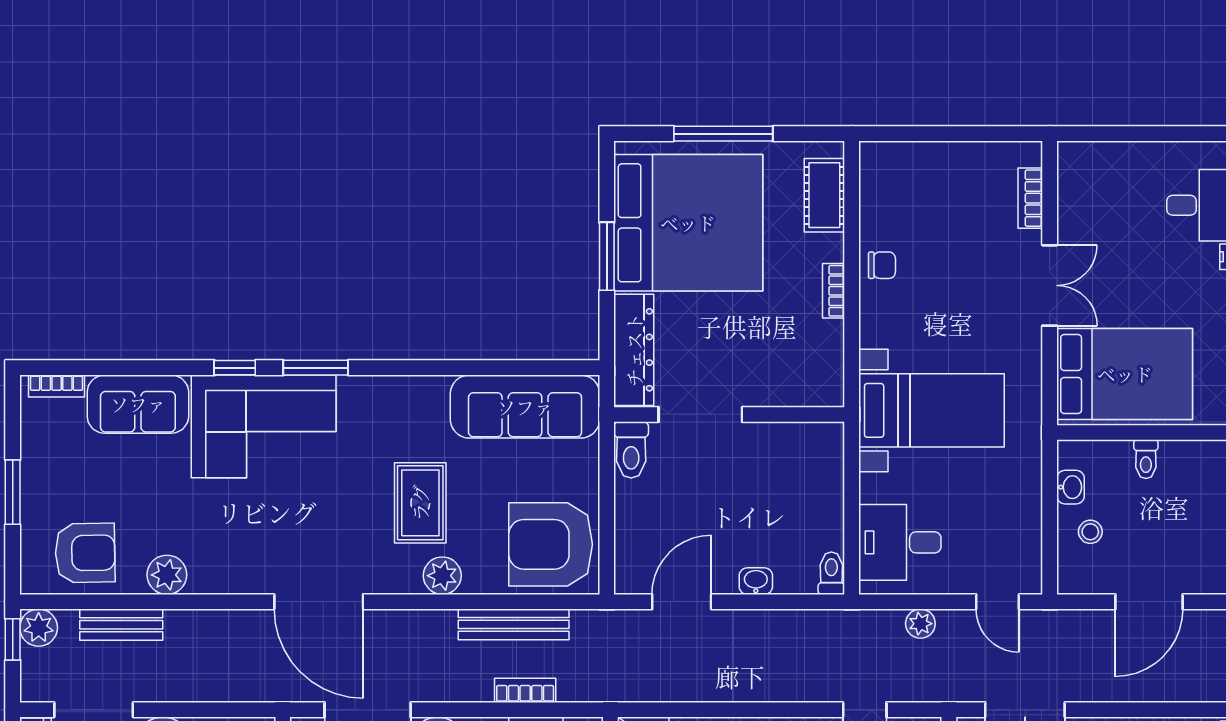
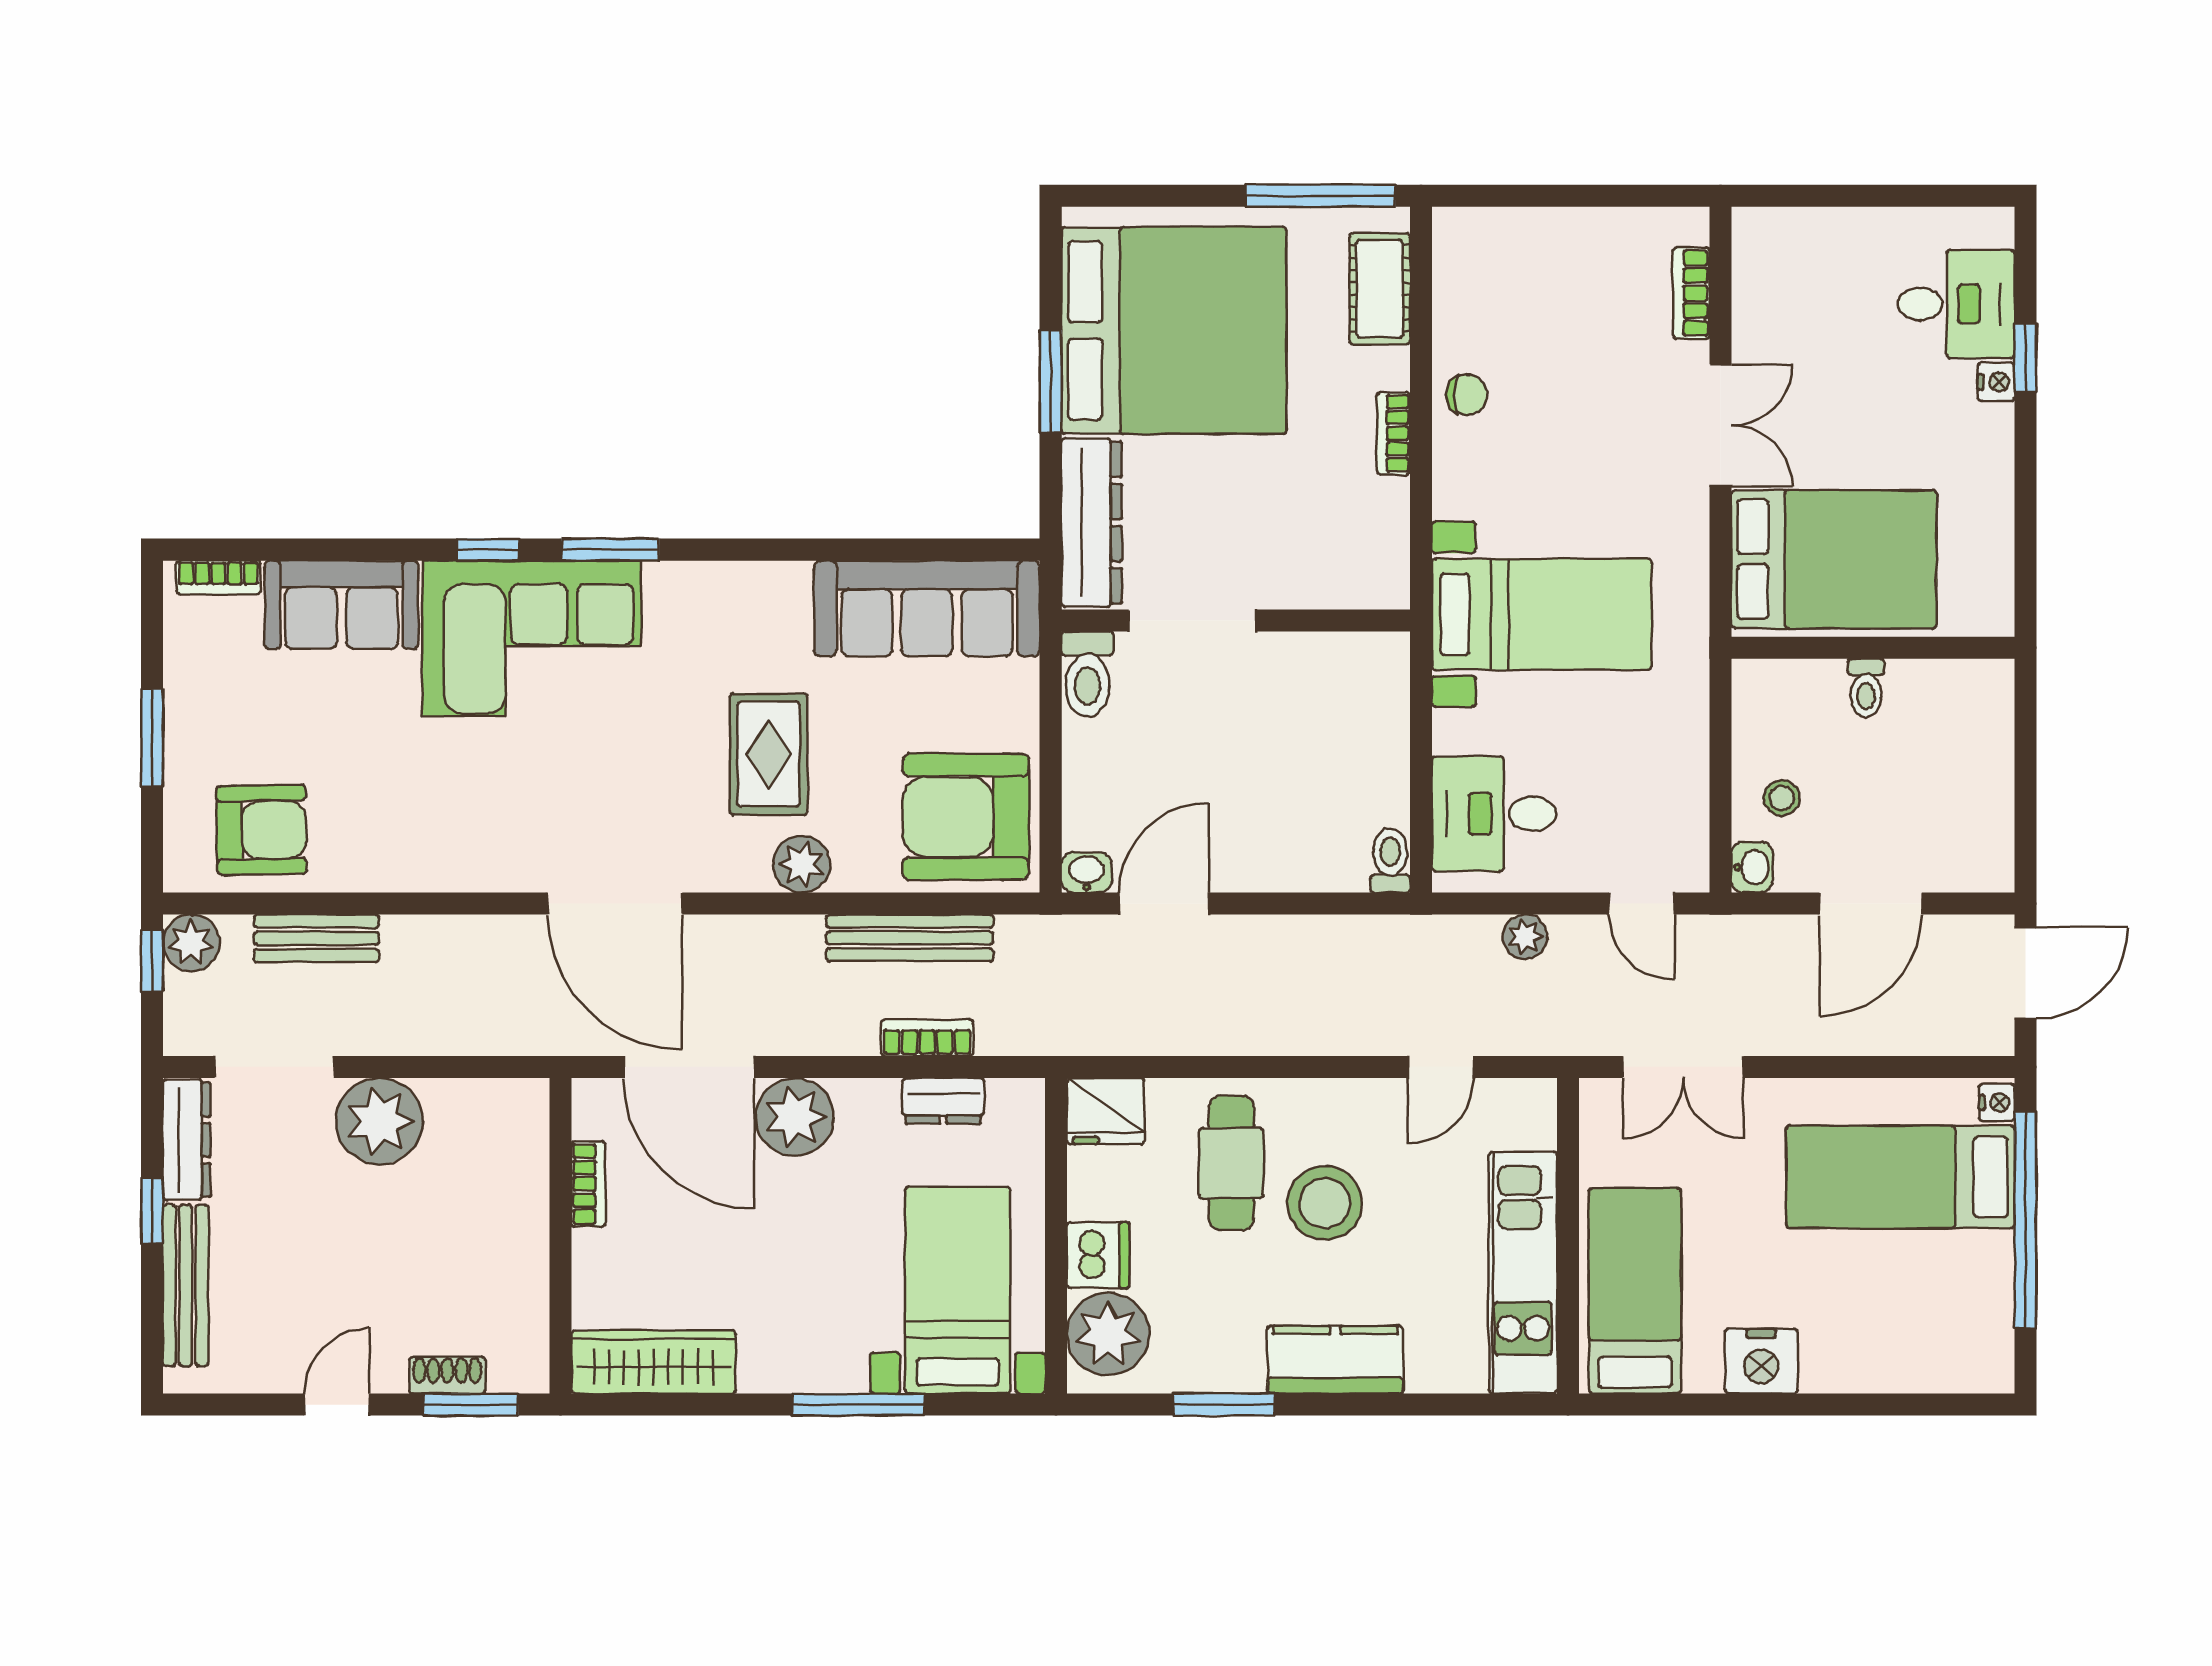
window: (723, 134) -> (1320, 196), moved
washbasin: (1071, 487) -> (1752, 867), moved
plant: (167, 575) -> (385, 863), removed
washbasin: (756, 581) -> (1087, 872), moved

